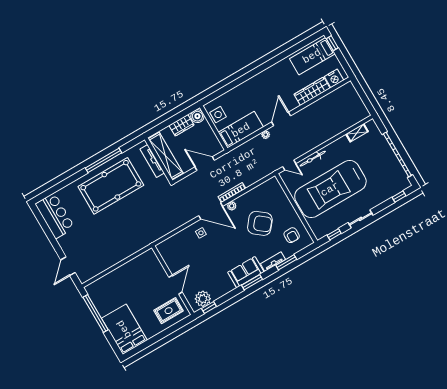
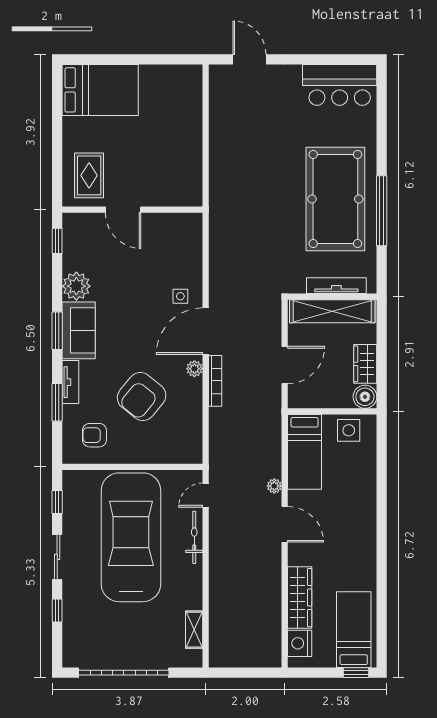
window: (399, 196) -> (57, 611), moved
plant: (203, 299) -> (76, 286), moved
window: (96, 313) -> (151, 59), removed

